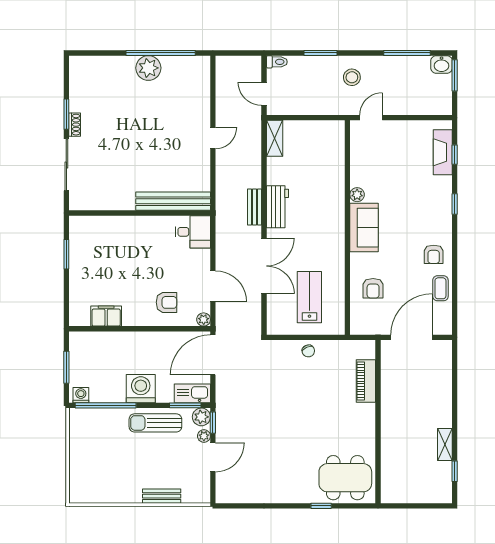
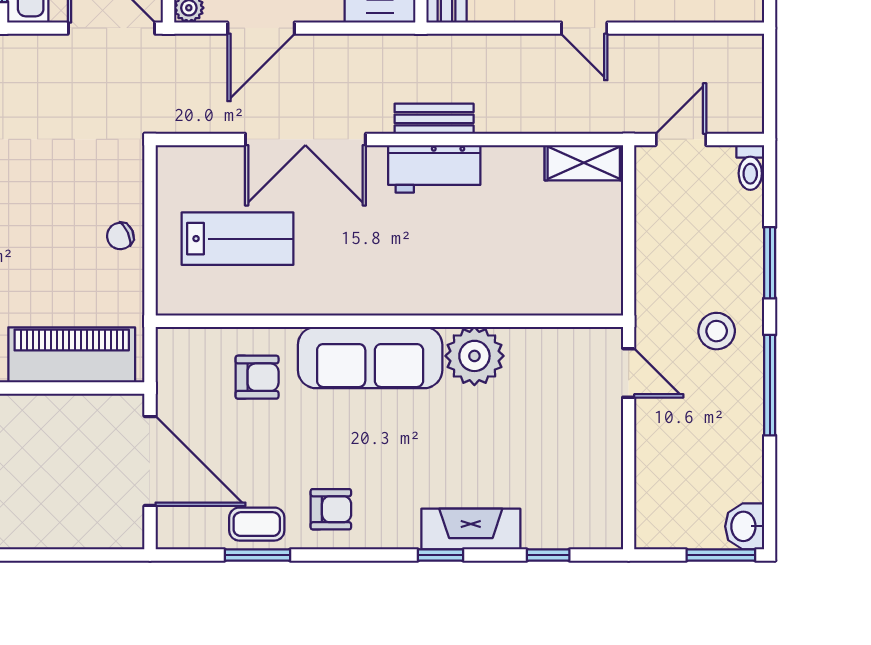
window: (407, 53) -> (770, 385), moved
fireplace: (443, 152) -> (471, 529), moved
plant: (357, 195) -> (474, 356), width x1.87, depth x1.87
sofa: (364, 228) -> (370, 358), width x1.36
armchair: (434, 254) -> (331, 509), turned 180
armchair: (373, 288) -> (257, 377), turned 180
window: (455, 288) -> (257, 555), added
piano: (366, 381) -> (72, 355), width x1.37, depth x1.33

